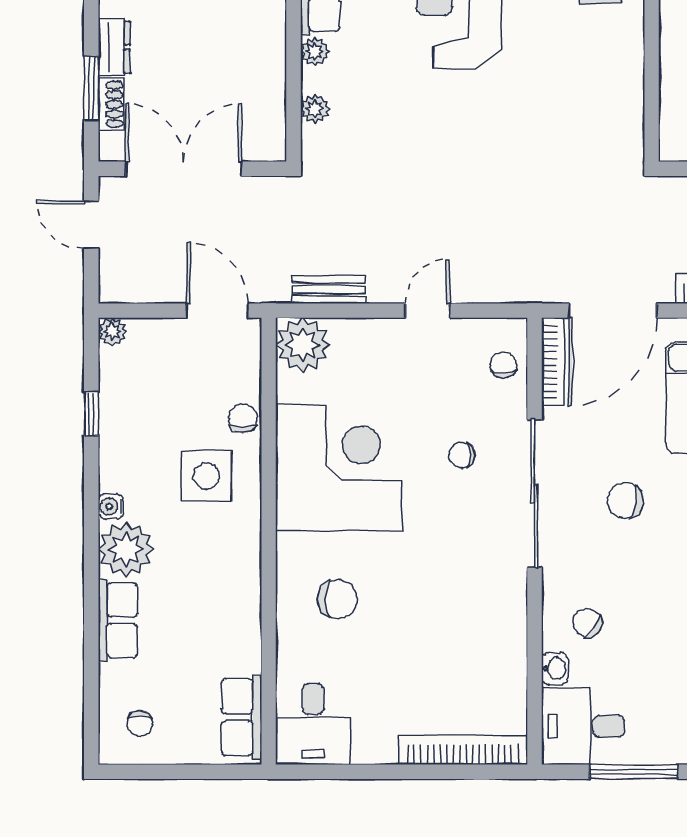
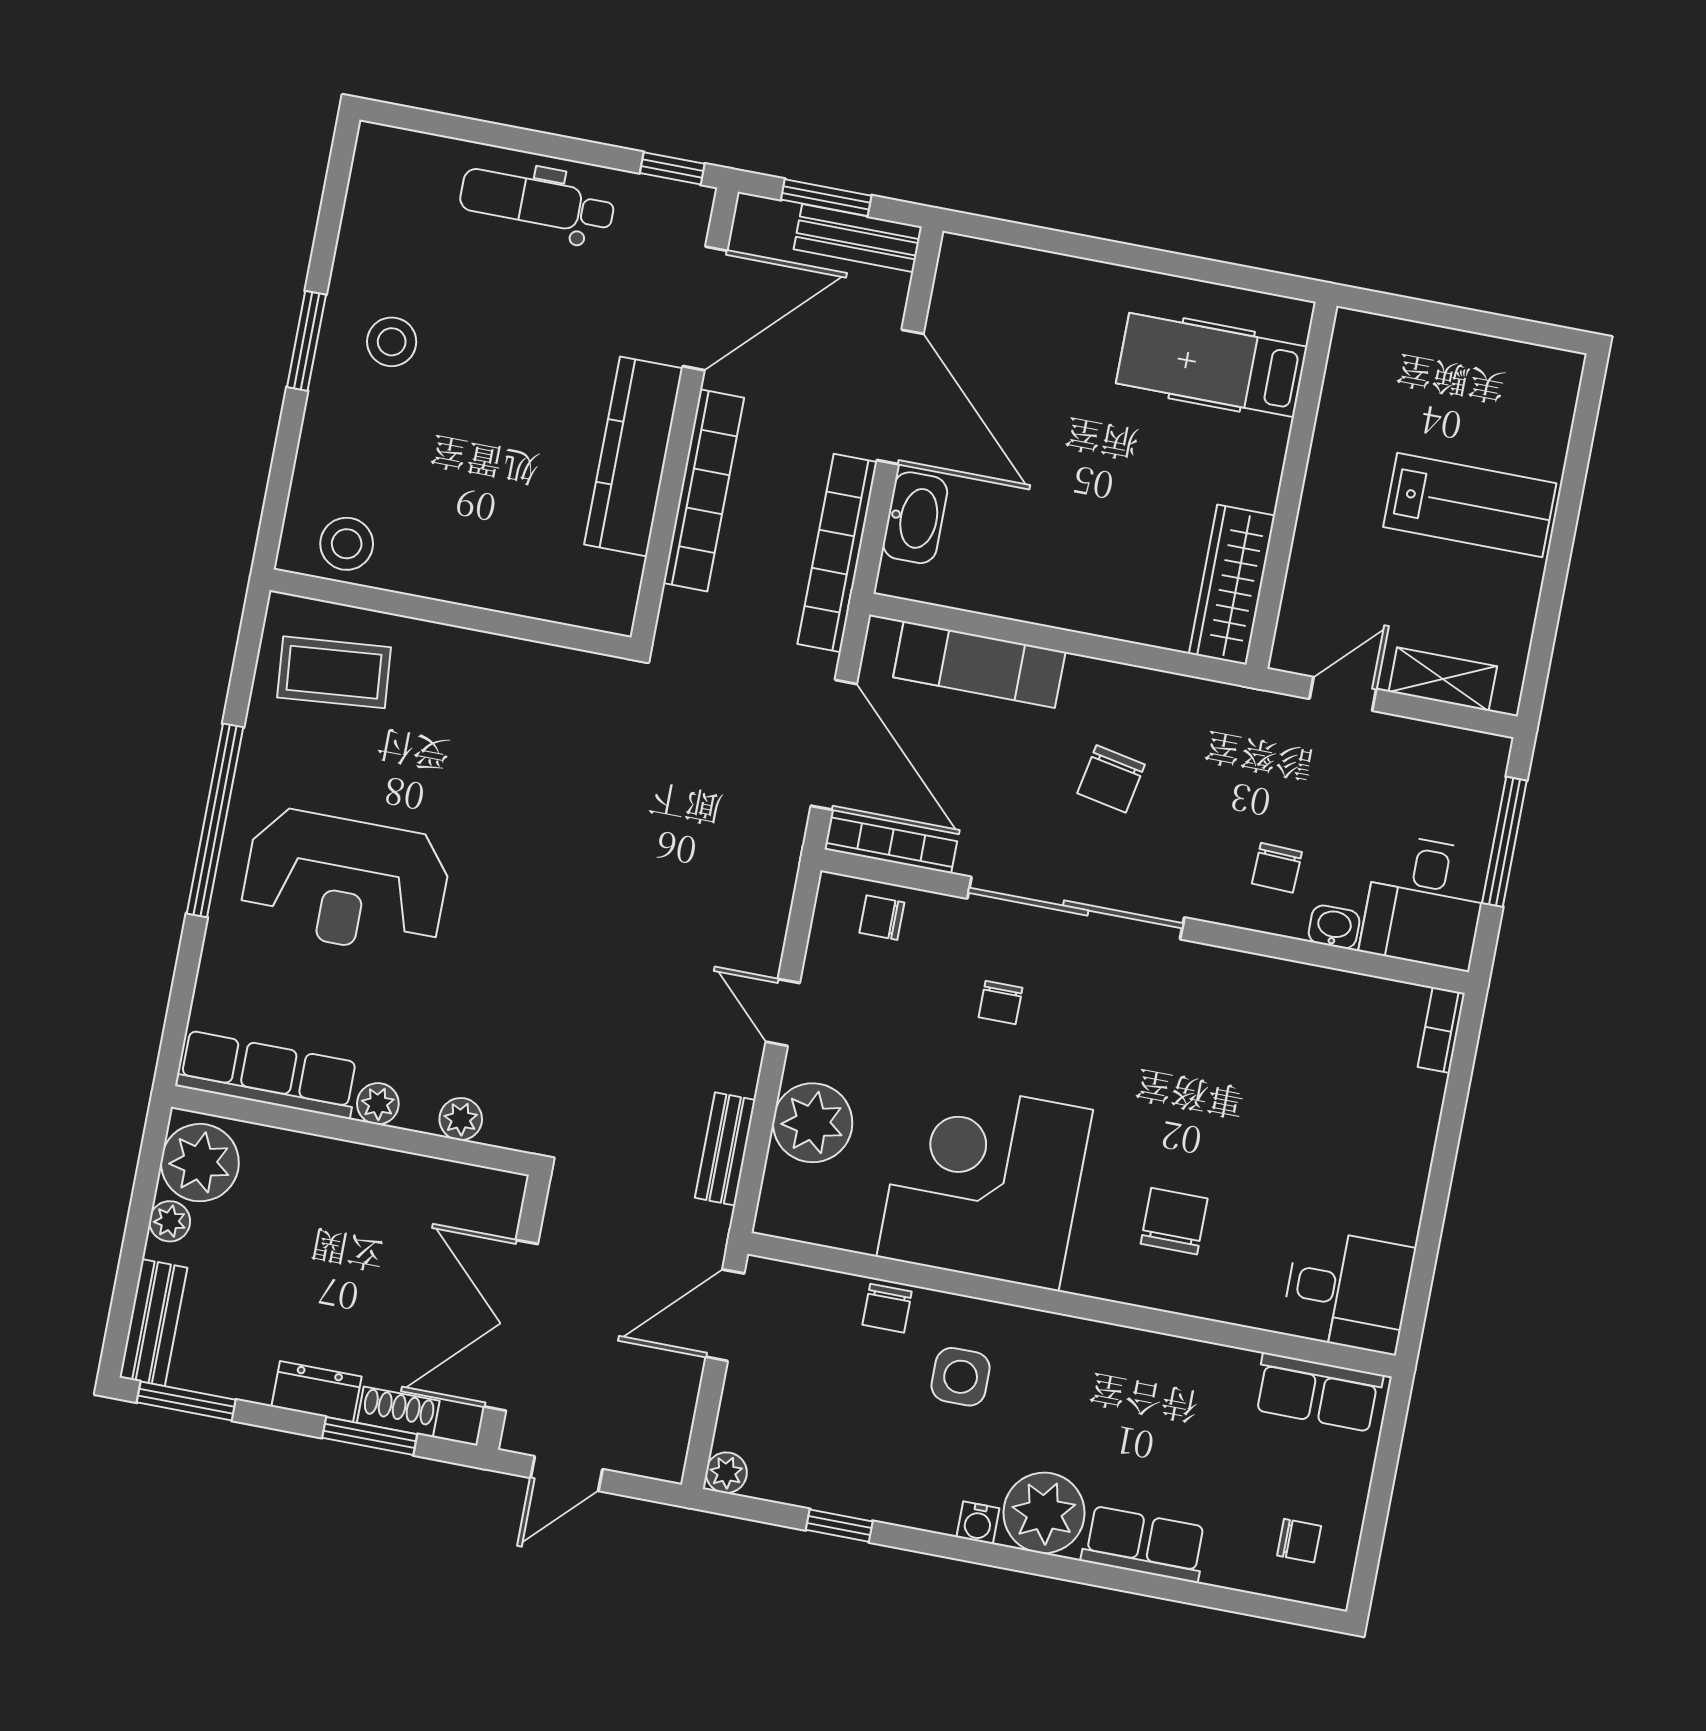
plant: (303, 345) -> (813, 1123), moved
chair: (243, 418) -> (887, 1308), turned -90
side table: (206, 476) -> (961, 1377), width x0.73, depth x0.73
chair: (587, 623) -> (1277, 868), turned -36
bookcase: (463, 750) -> (1441, 1030), width x0.43, depth x0.76

